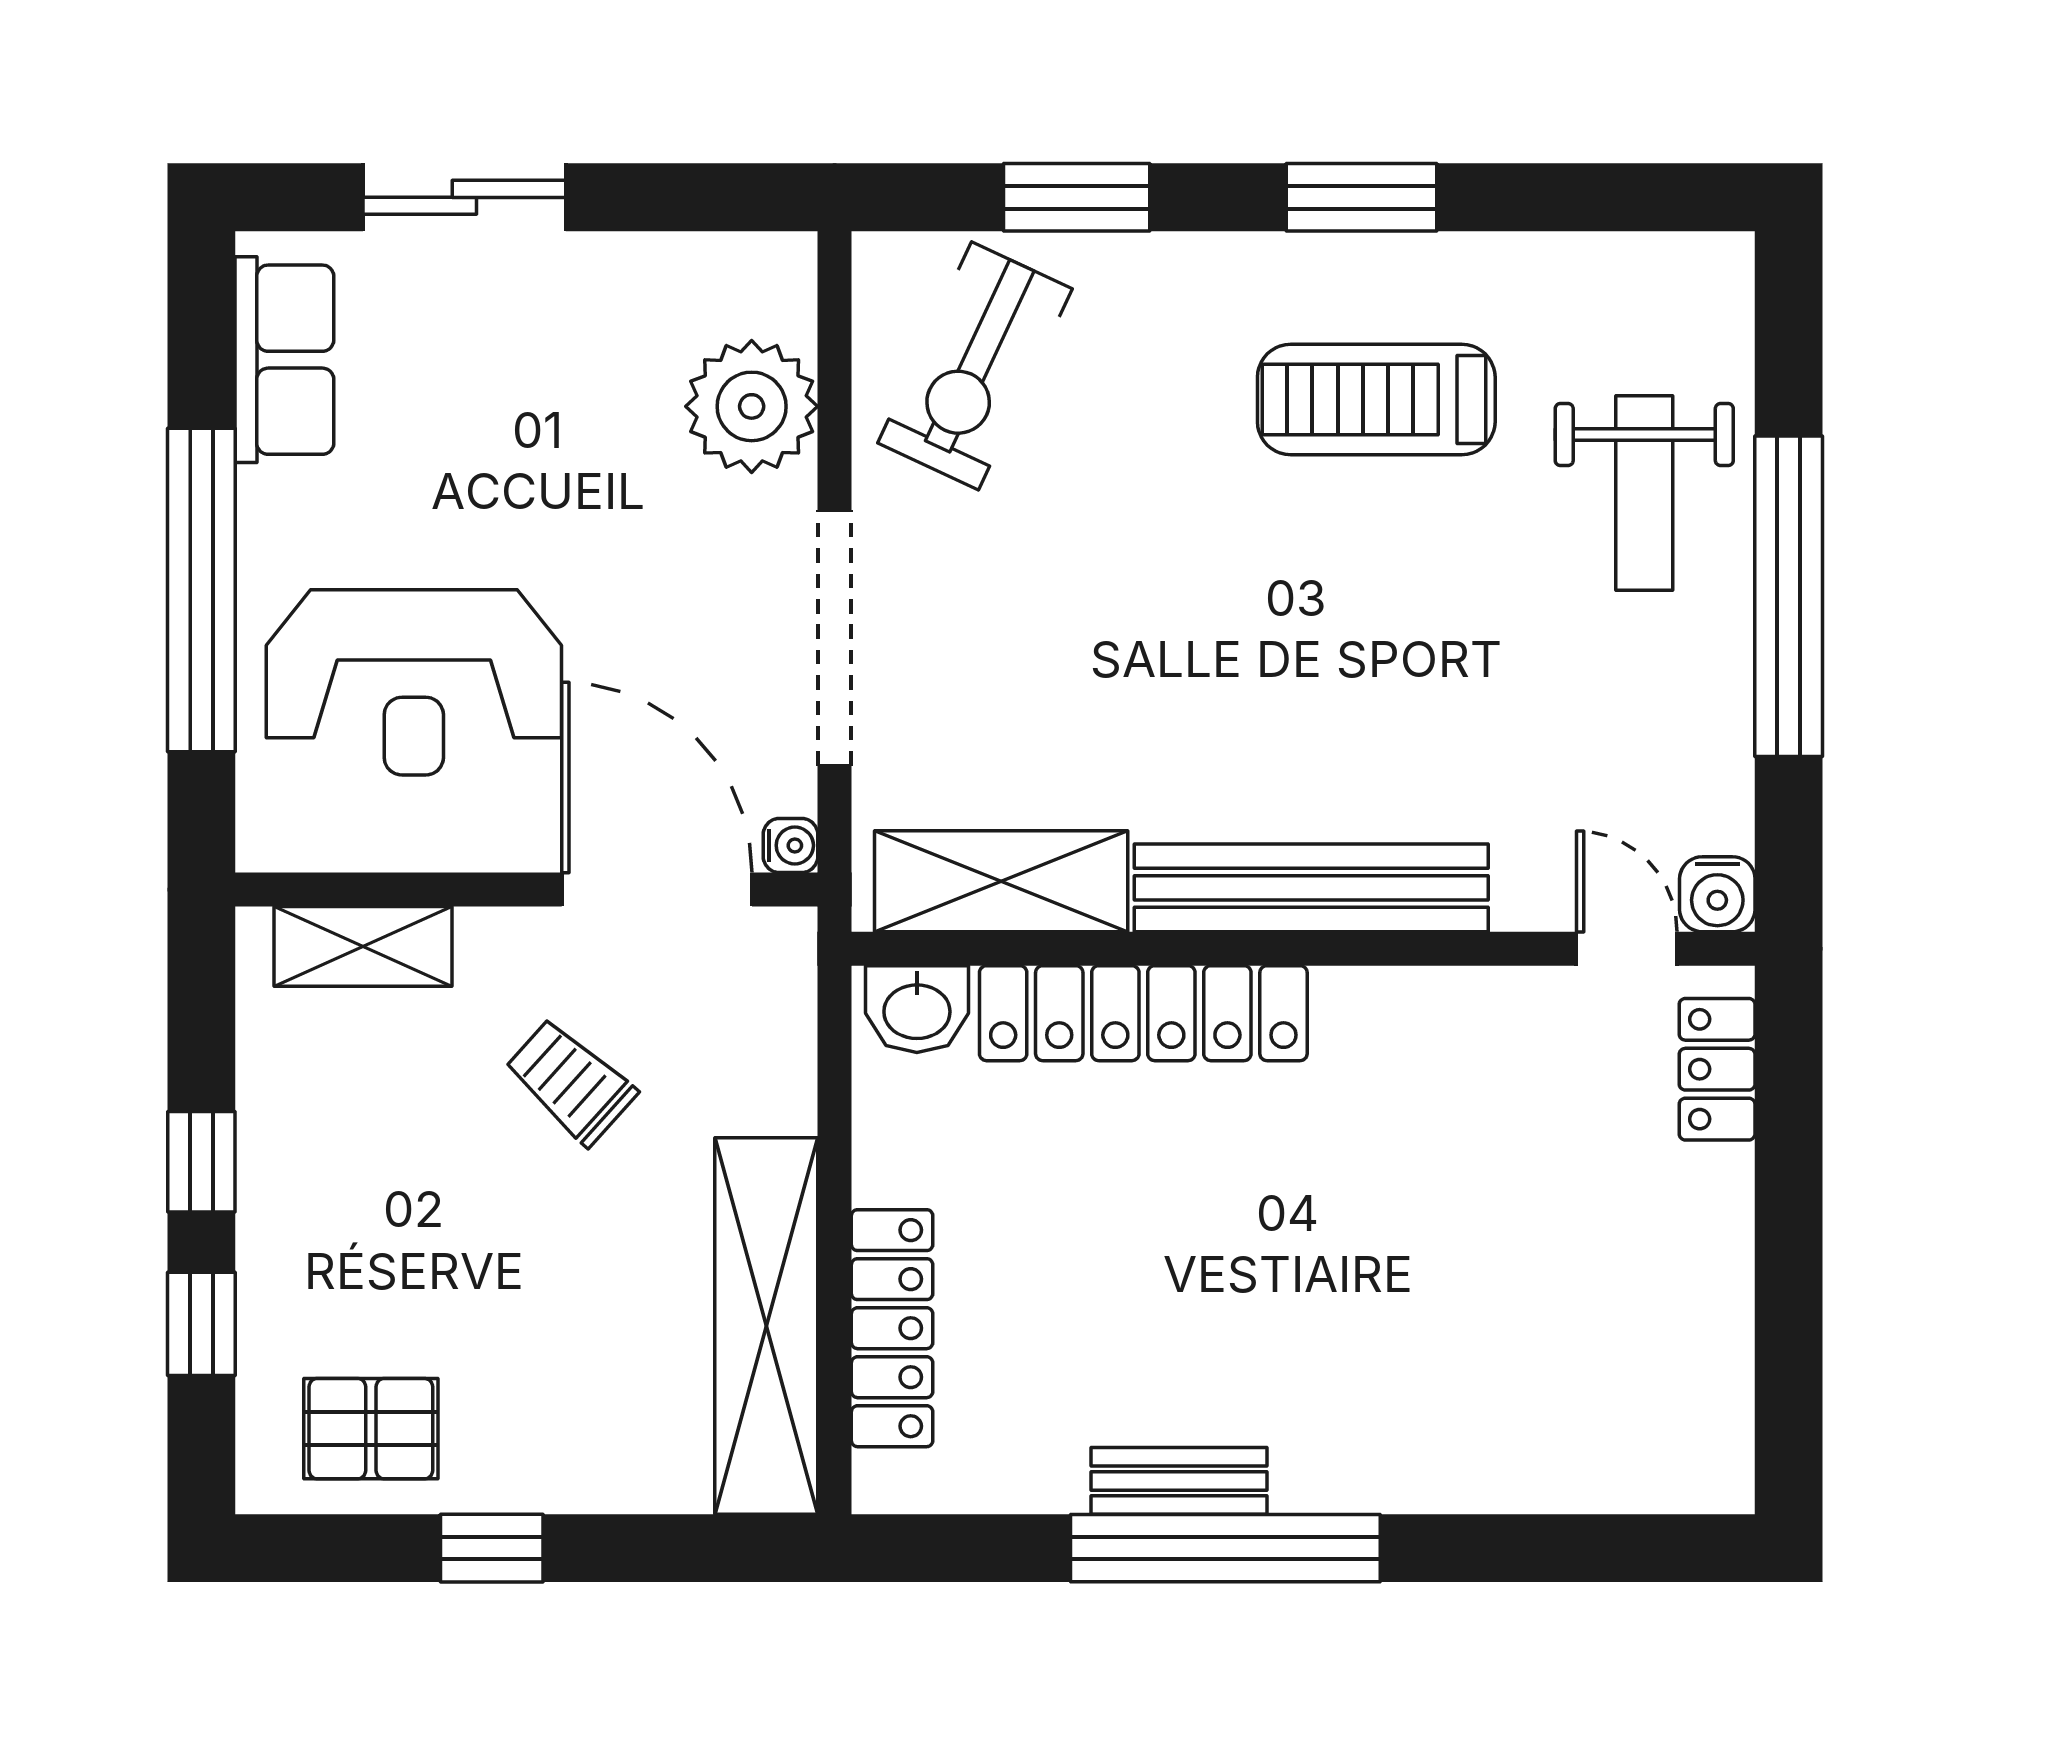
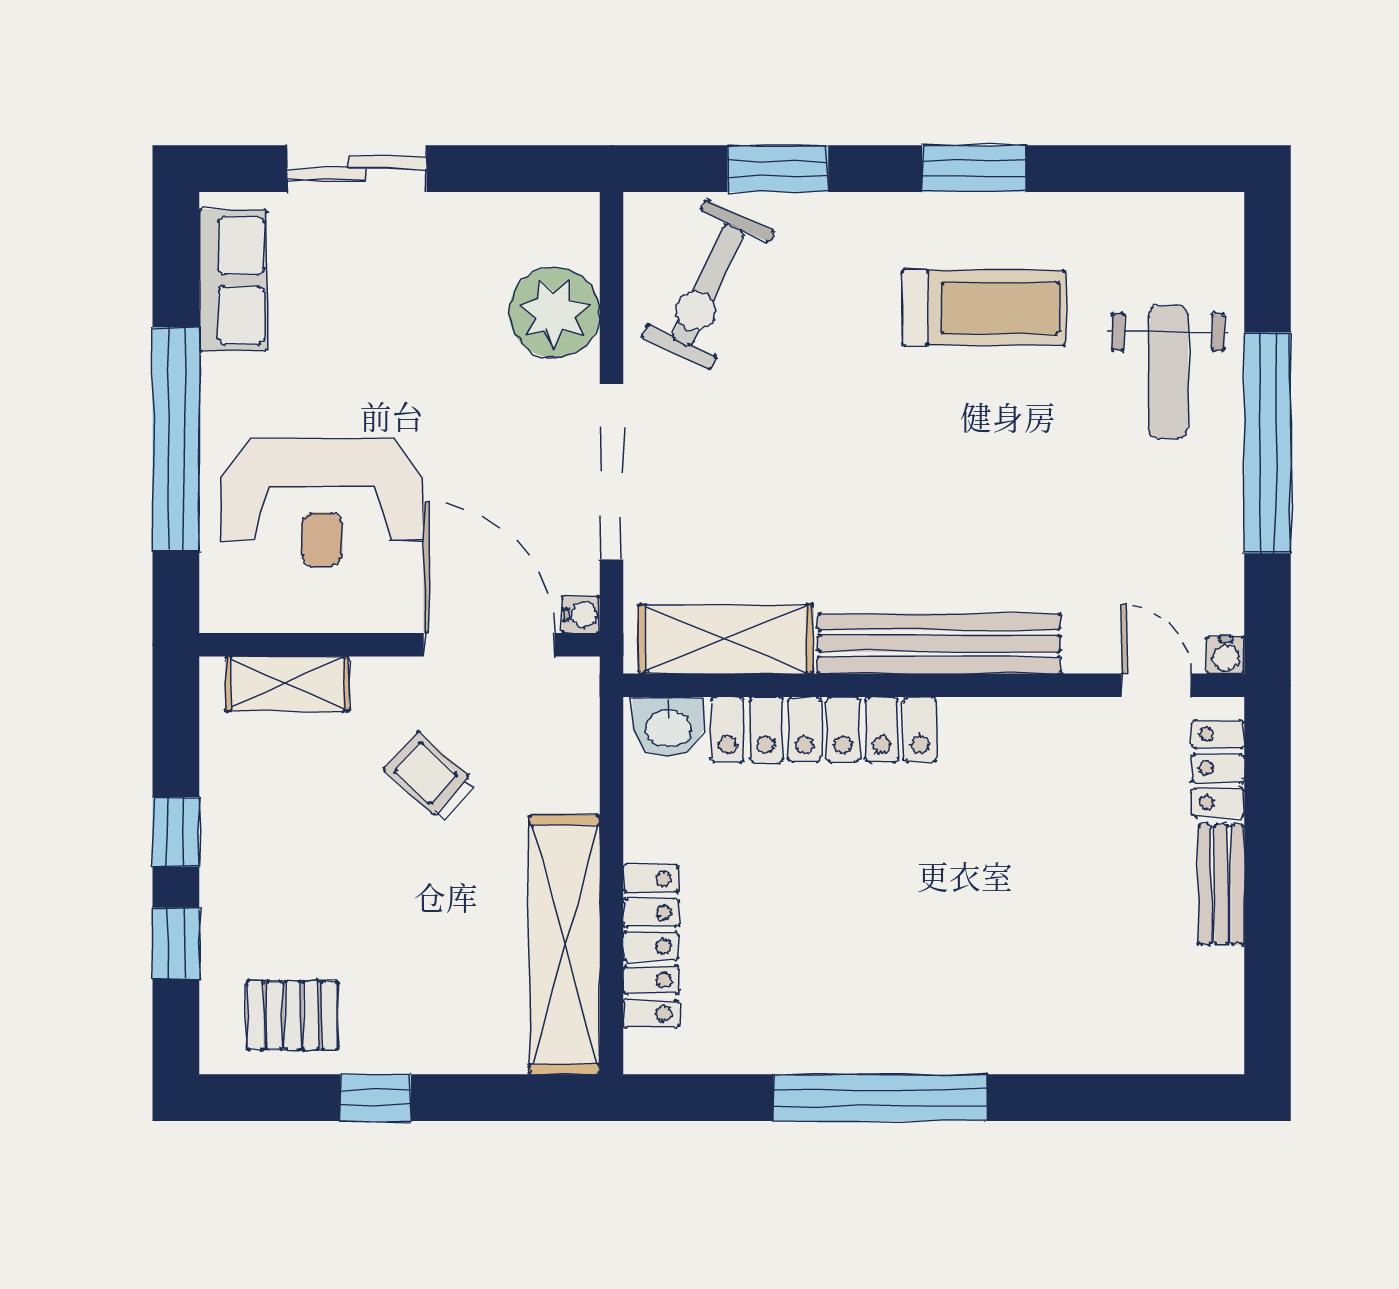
treadmill: (1376, 400) -> (984, 308), turned 180
water cooler: (1717, 894) -> (1226, 655), width x0.72, depth x0.72
bench: (1179, 1481) -> (1221, 885), moved, turned 90

